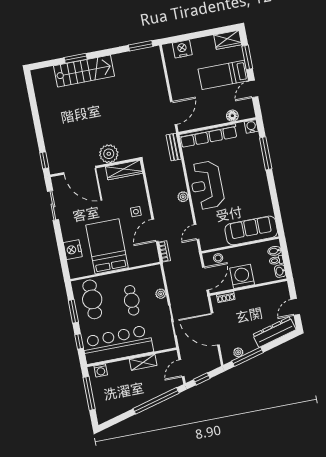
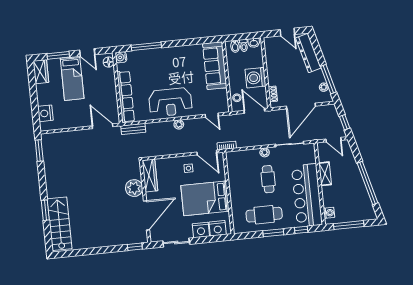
stairs: (84, 71) -> (59, 224), moved
floor lamp: (232, 116) -> (109, 62), moved
nightstand: (69, 231) -> (201, 230), added
bed: (107, 246) -> (205, 198), moved
wall: (115, 272) -> (228, 193), moved
cafe table: (132, 300) -> (268, 179), turned 90
window: (156, 401) -> (368, 183), moved

